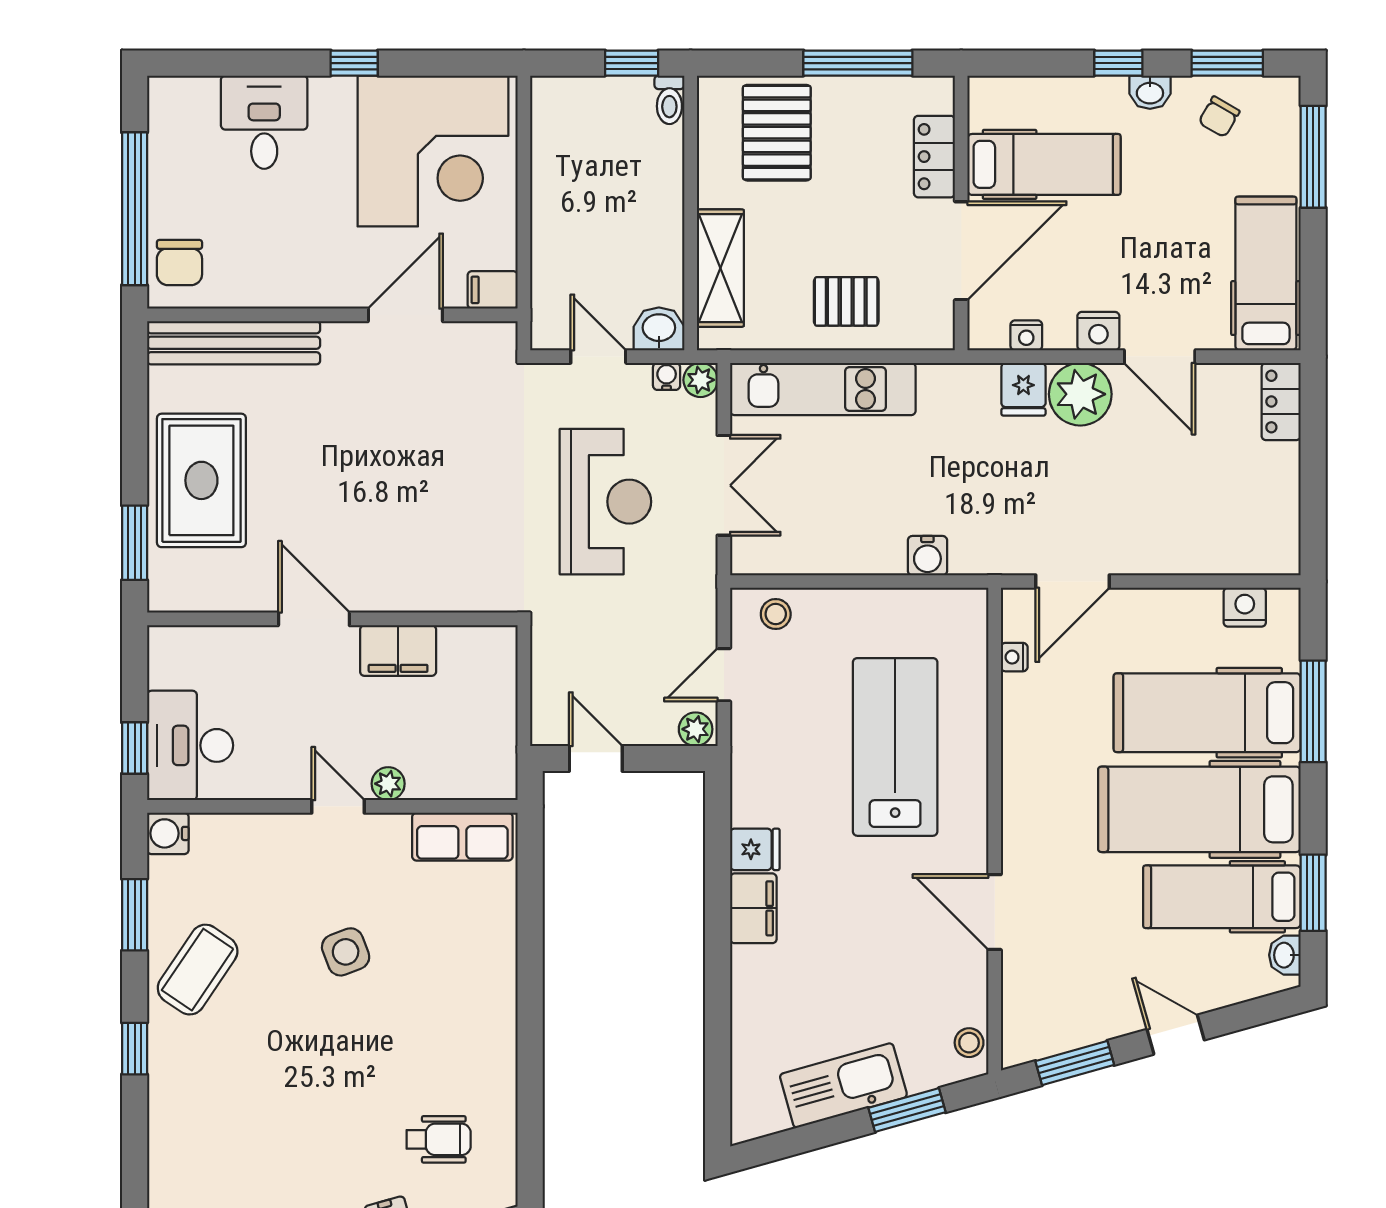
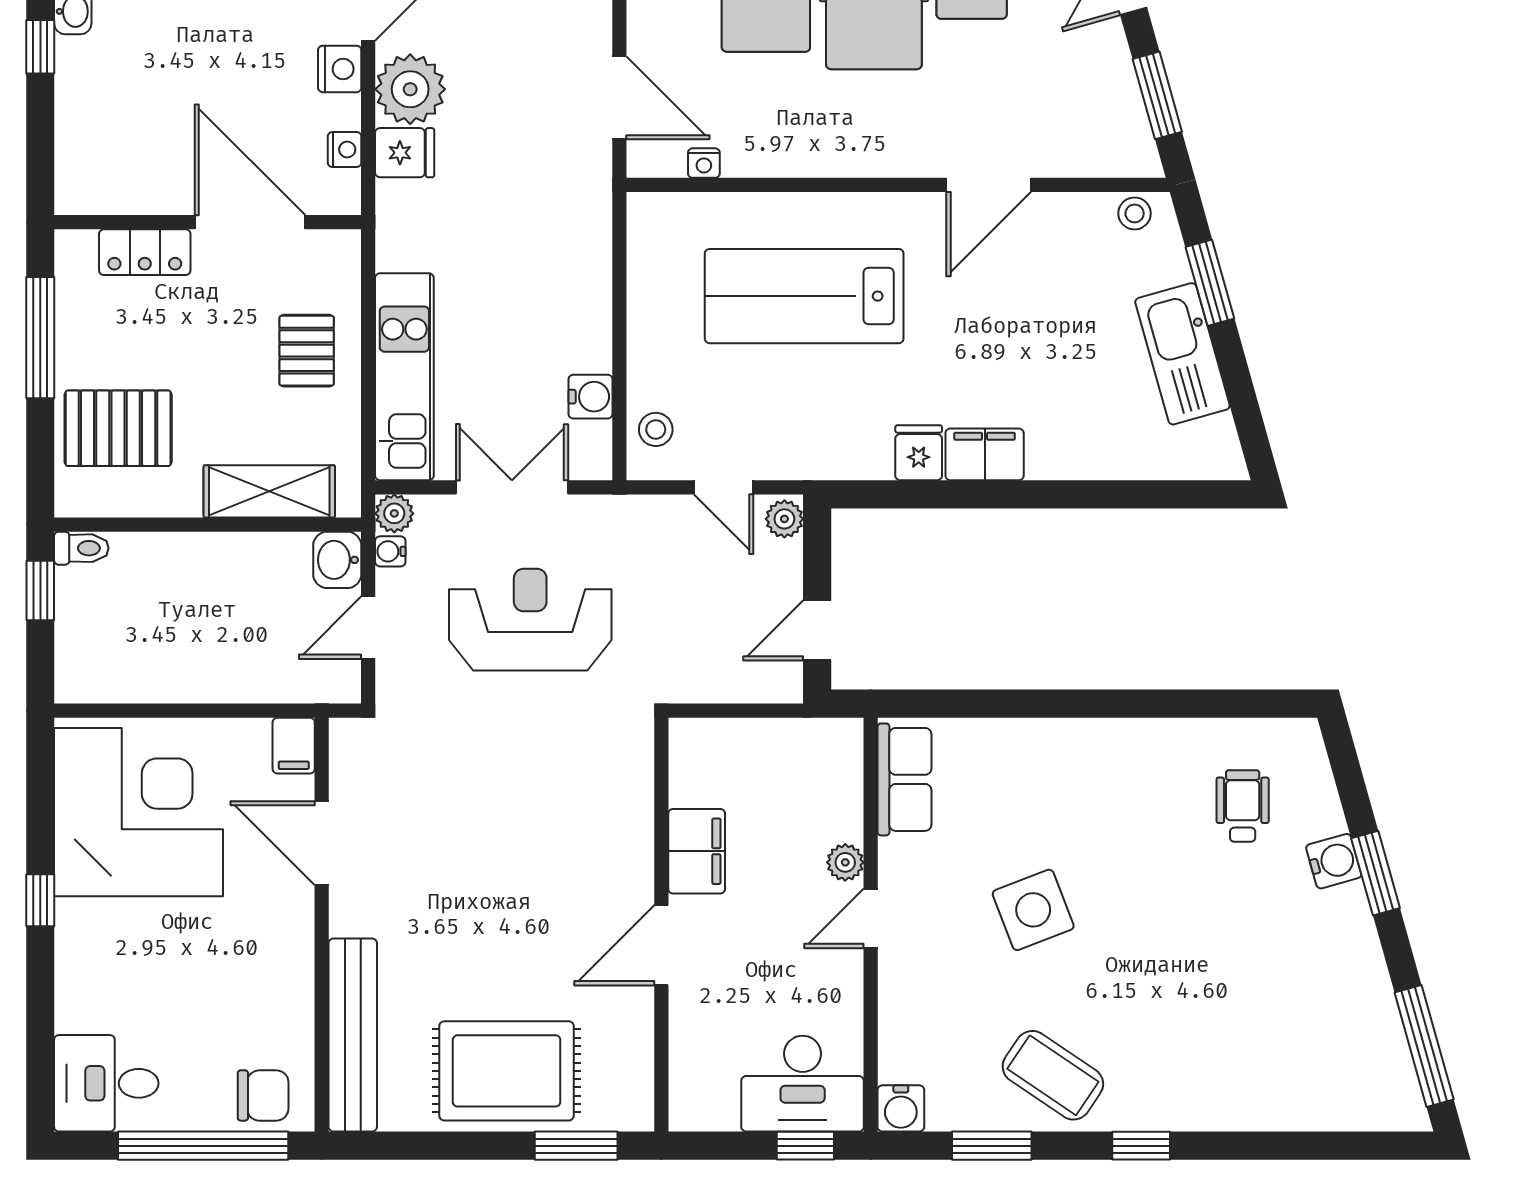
desk: (264, 122) -> (106, 1083), moved
hospital bed: (1044, 164) -> (154, 130), removed
water cooler: (927, 556) -> (590, 397), moved
side table: (346, 952) -> (1033, 910), width x1.37, depth x1.37

